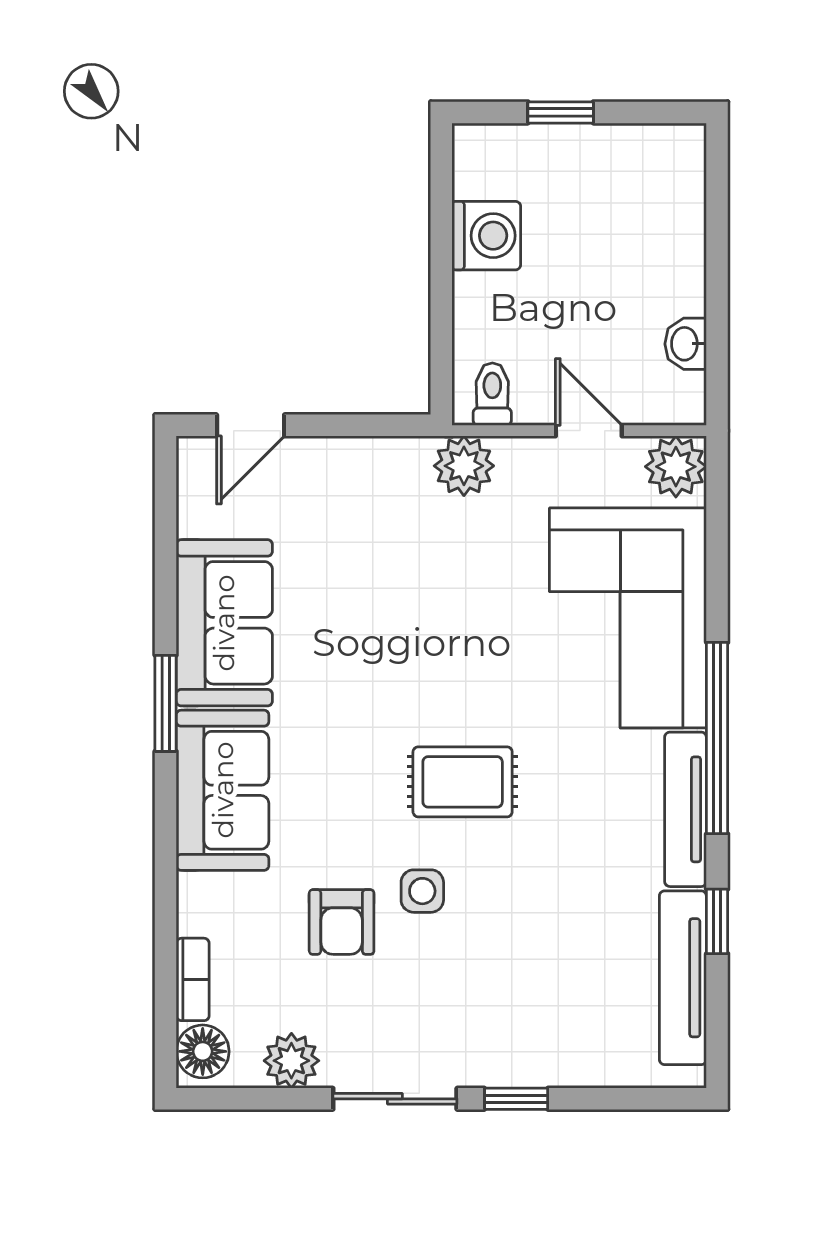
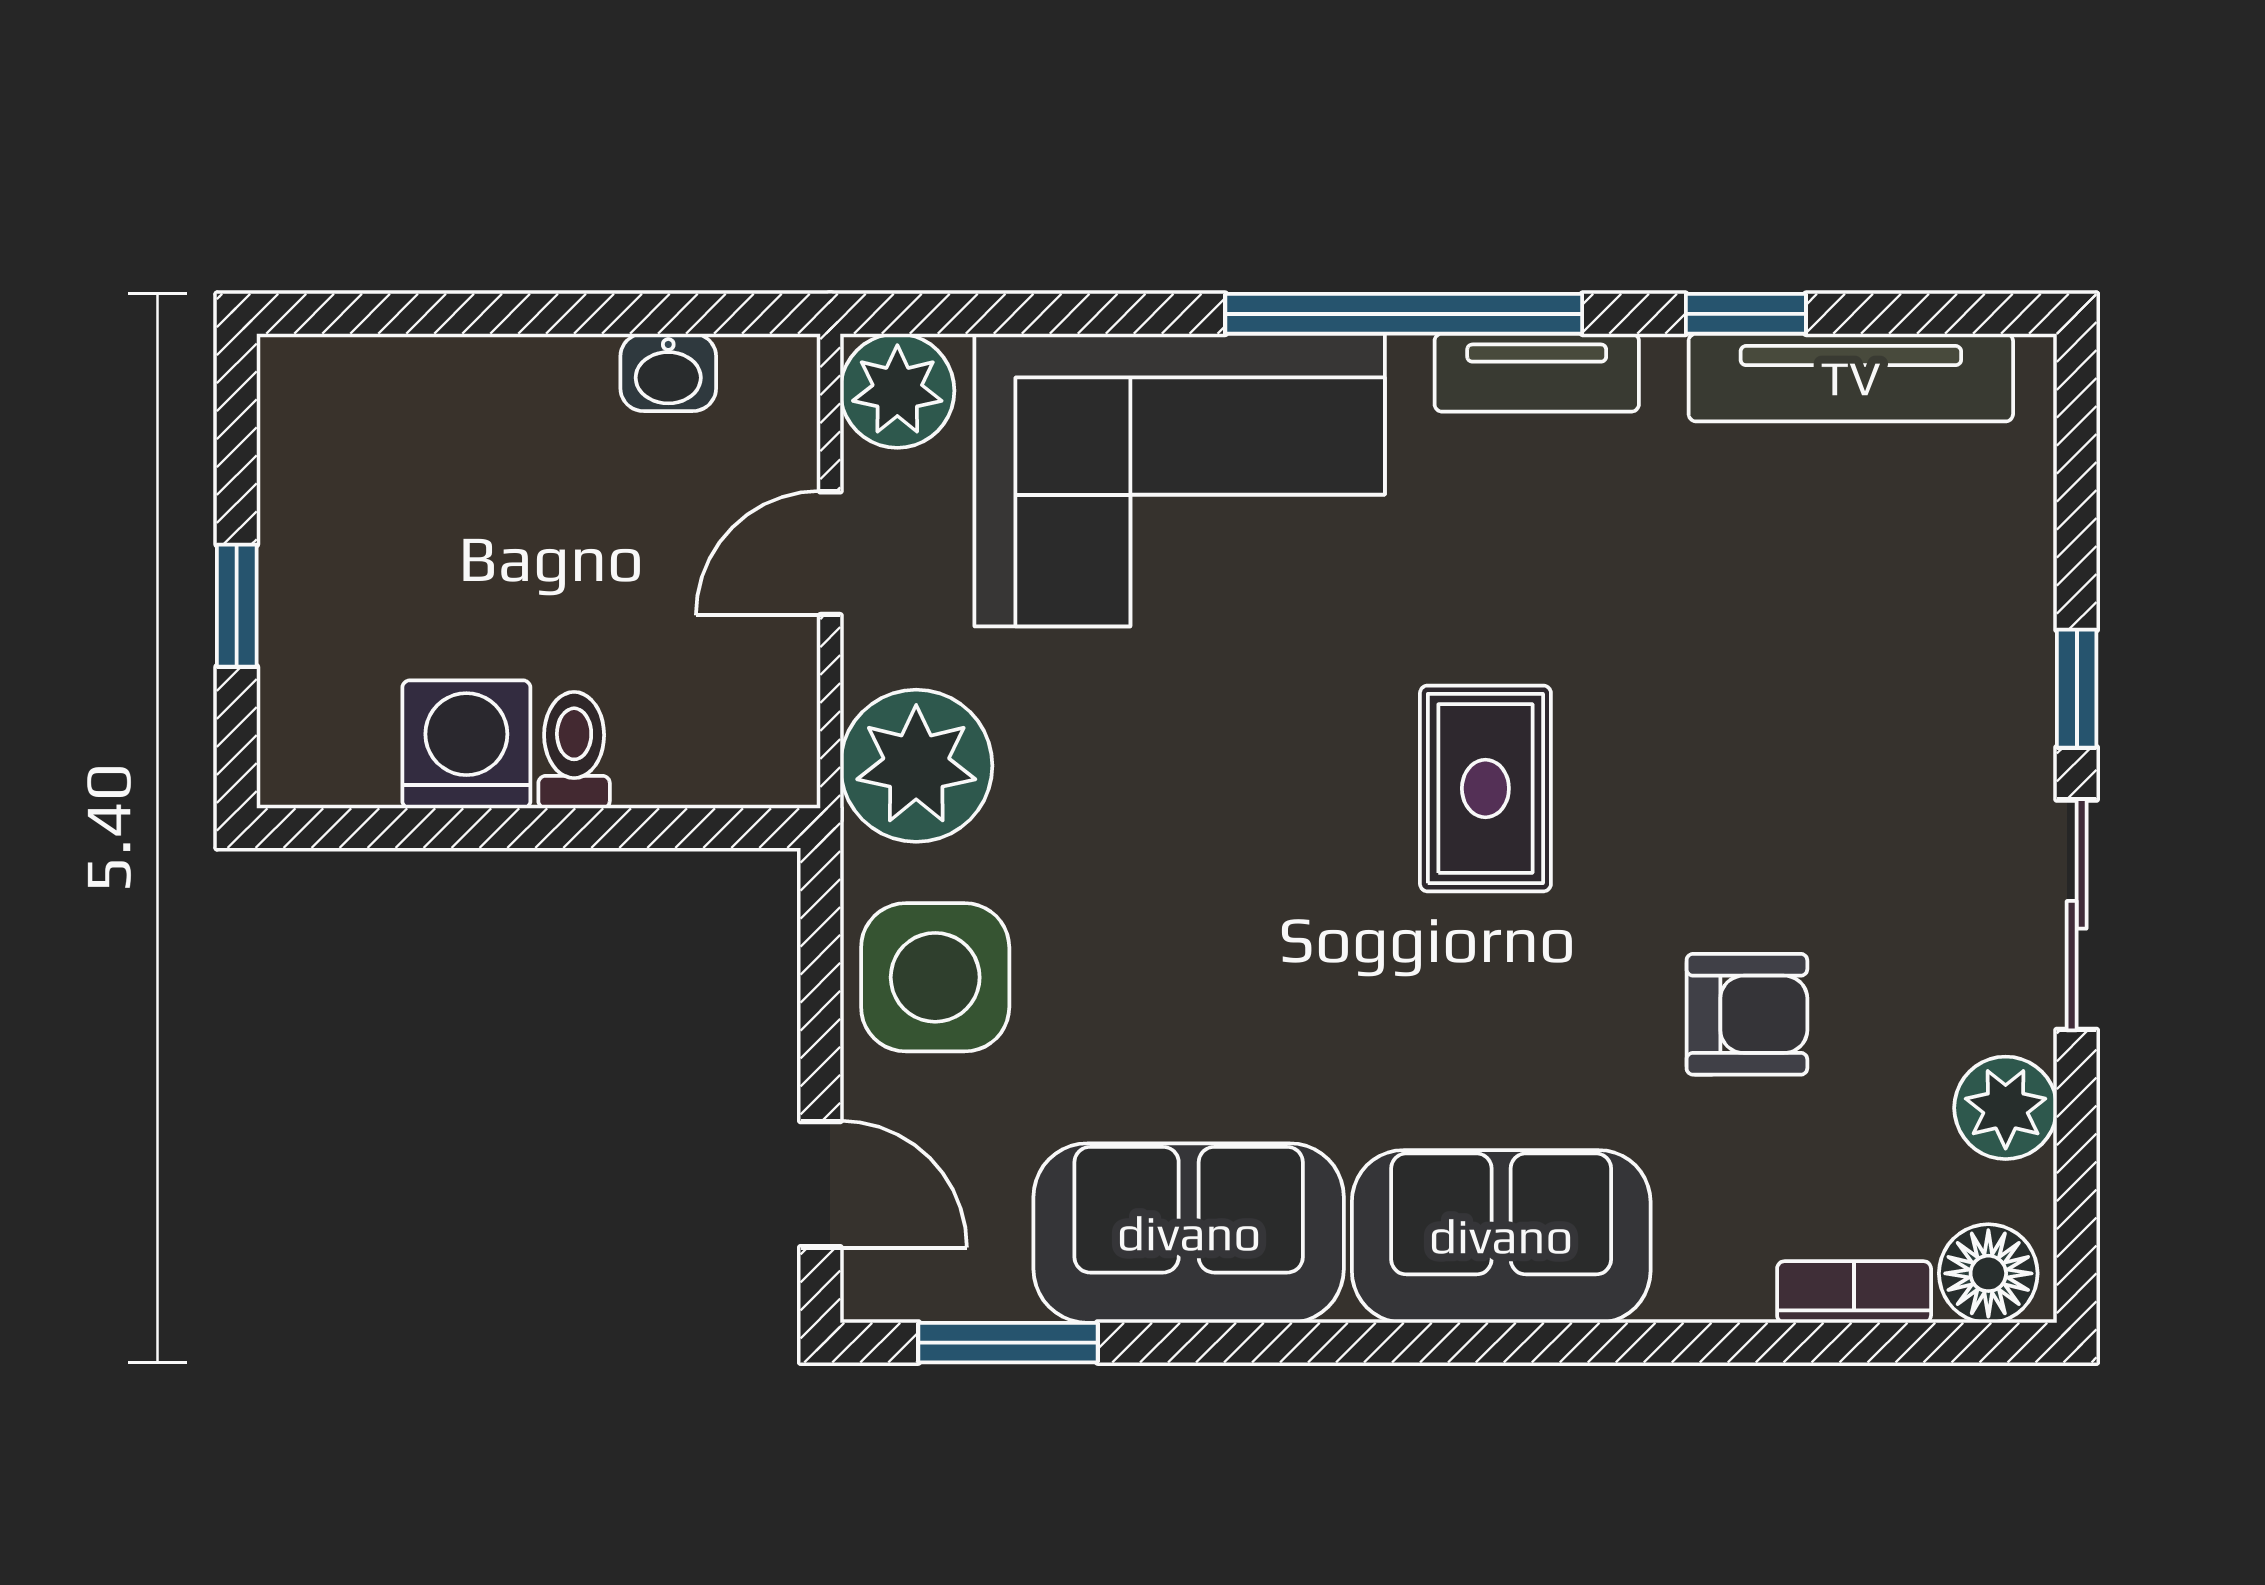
toilet: (492, 394) -> (574, 750), moved, turned 90
plant: (464, 466) -> (916, 766), width x1.36, depth x1.36
window: (166, 703) -> (1008, 1343), moved
tv unit: (686, 809) -> (1537, 373), width x0.71
side table: (422, 891) -> (935, 977), moved, width x1.87, depth x1.87

